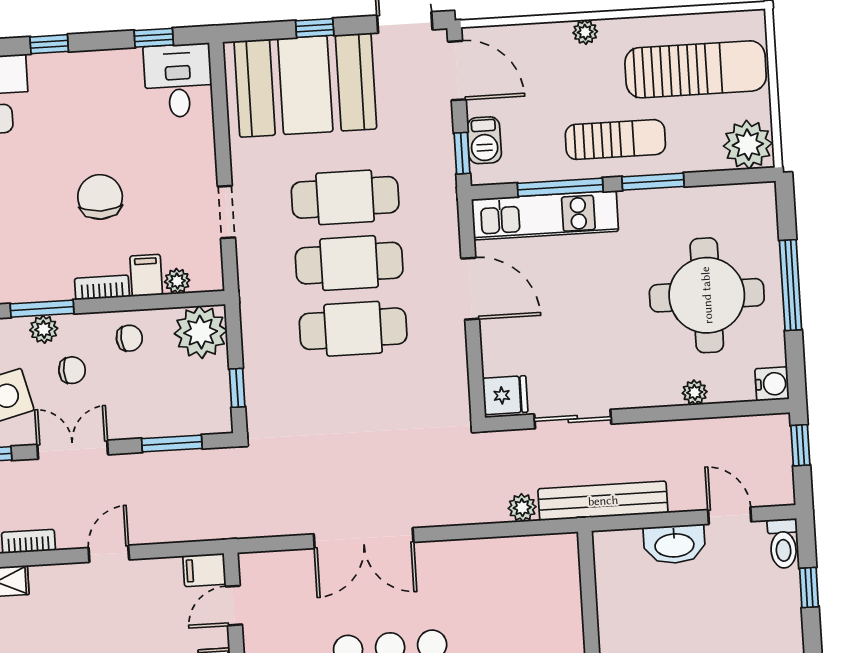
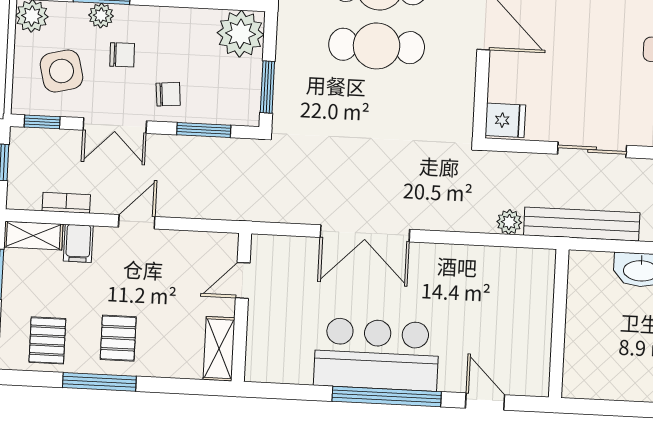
chair: (129, 338) -> (168, 94), moved
window: (237, 388) -> (267, 87), width x1.50
sliding door: (573, 419) -> (592, 150), moved
double door: (73, 450) -> (115, 126), swing flipped
filing cabinet: (204, 570) -> (78, 243), moved, turned -90

